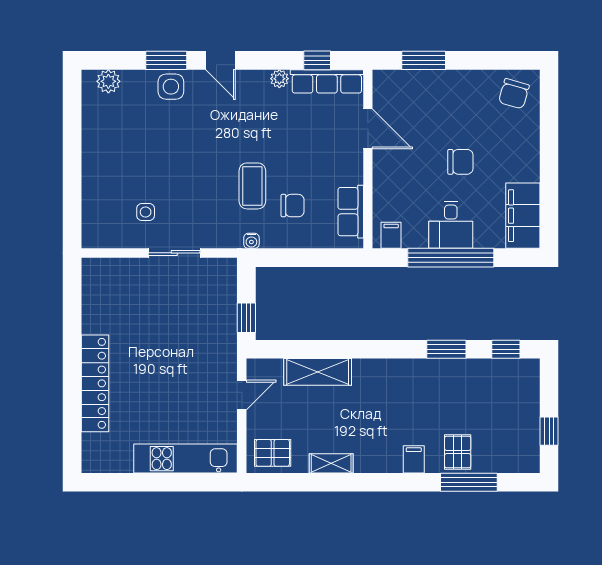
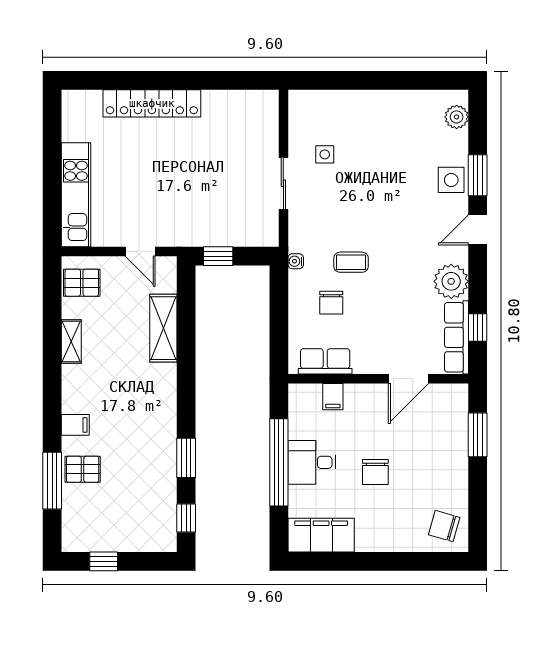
plant: (279, 79) -> (451, 281), width x1.87, depth x1.87
coffee table: (252, 186) -> (351, 262), width x0.73, depth x0.77
filing cabinet: (391, 235) -> (333, 397), moved, turned 90
pallet: (273, 453) -> (82, 283), turned 90

